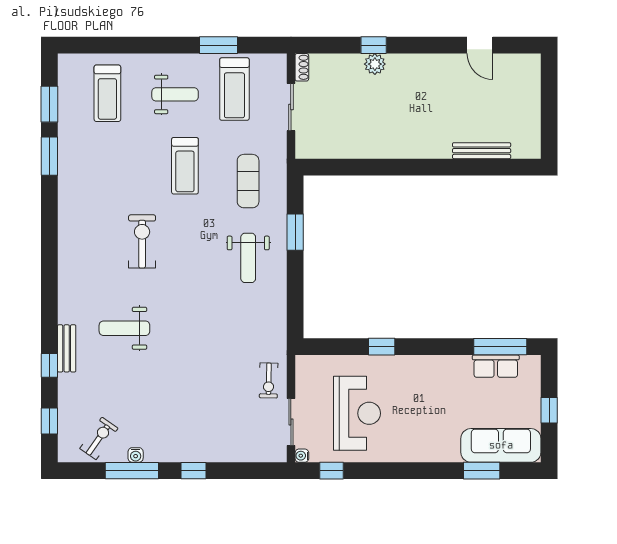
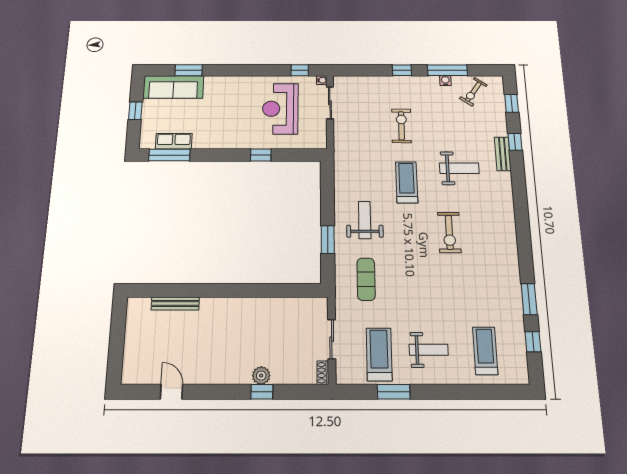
weight bench: (175, 94) -> (429, 350), turned 180
window: (49, 104) -> (533, 342), width x0.67
treadmill: (185, 166) -> (407, 182), moved
exercise bike: (269, 380) -> (401, 126), moved, width x1.38, depth x1.39

